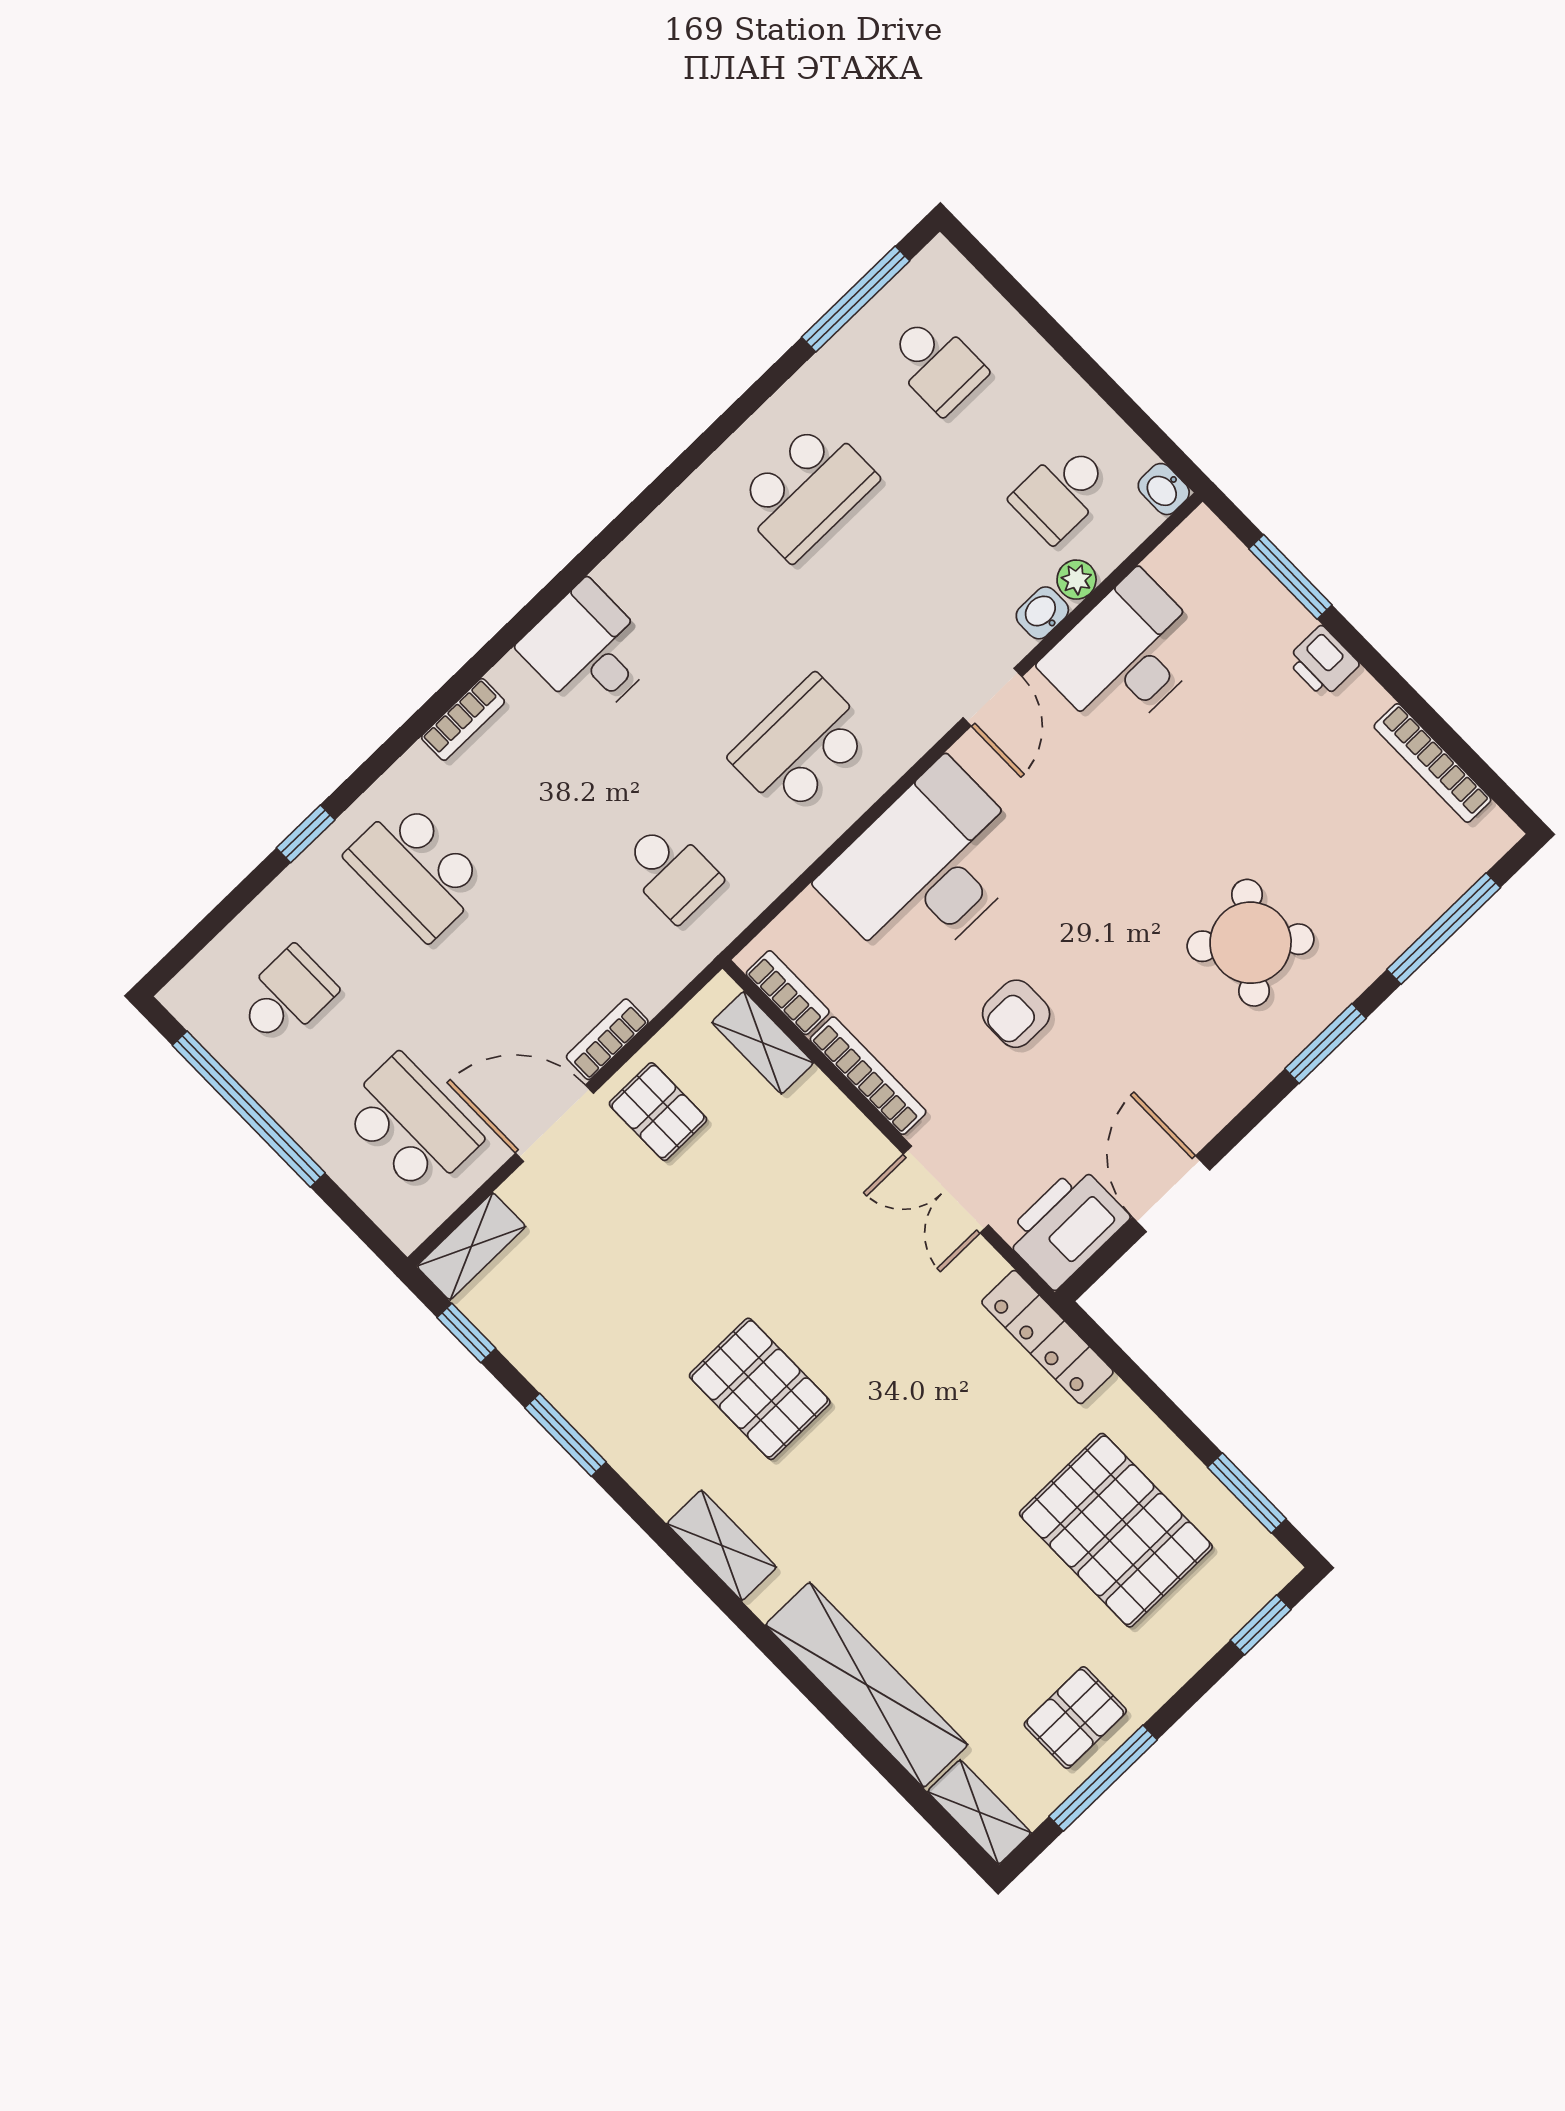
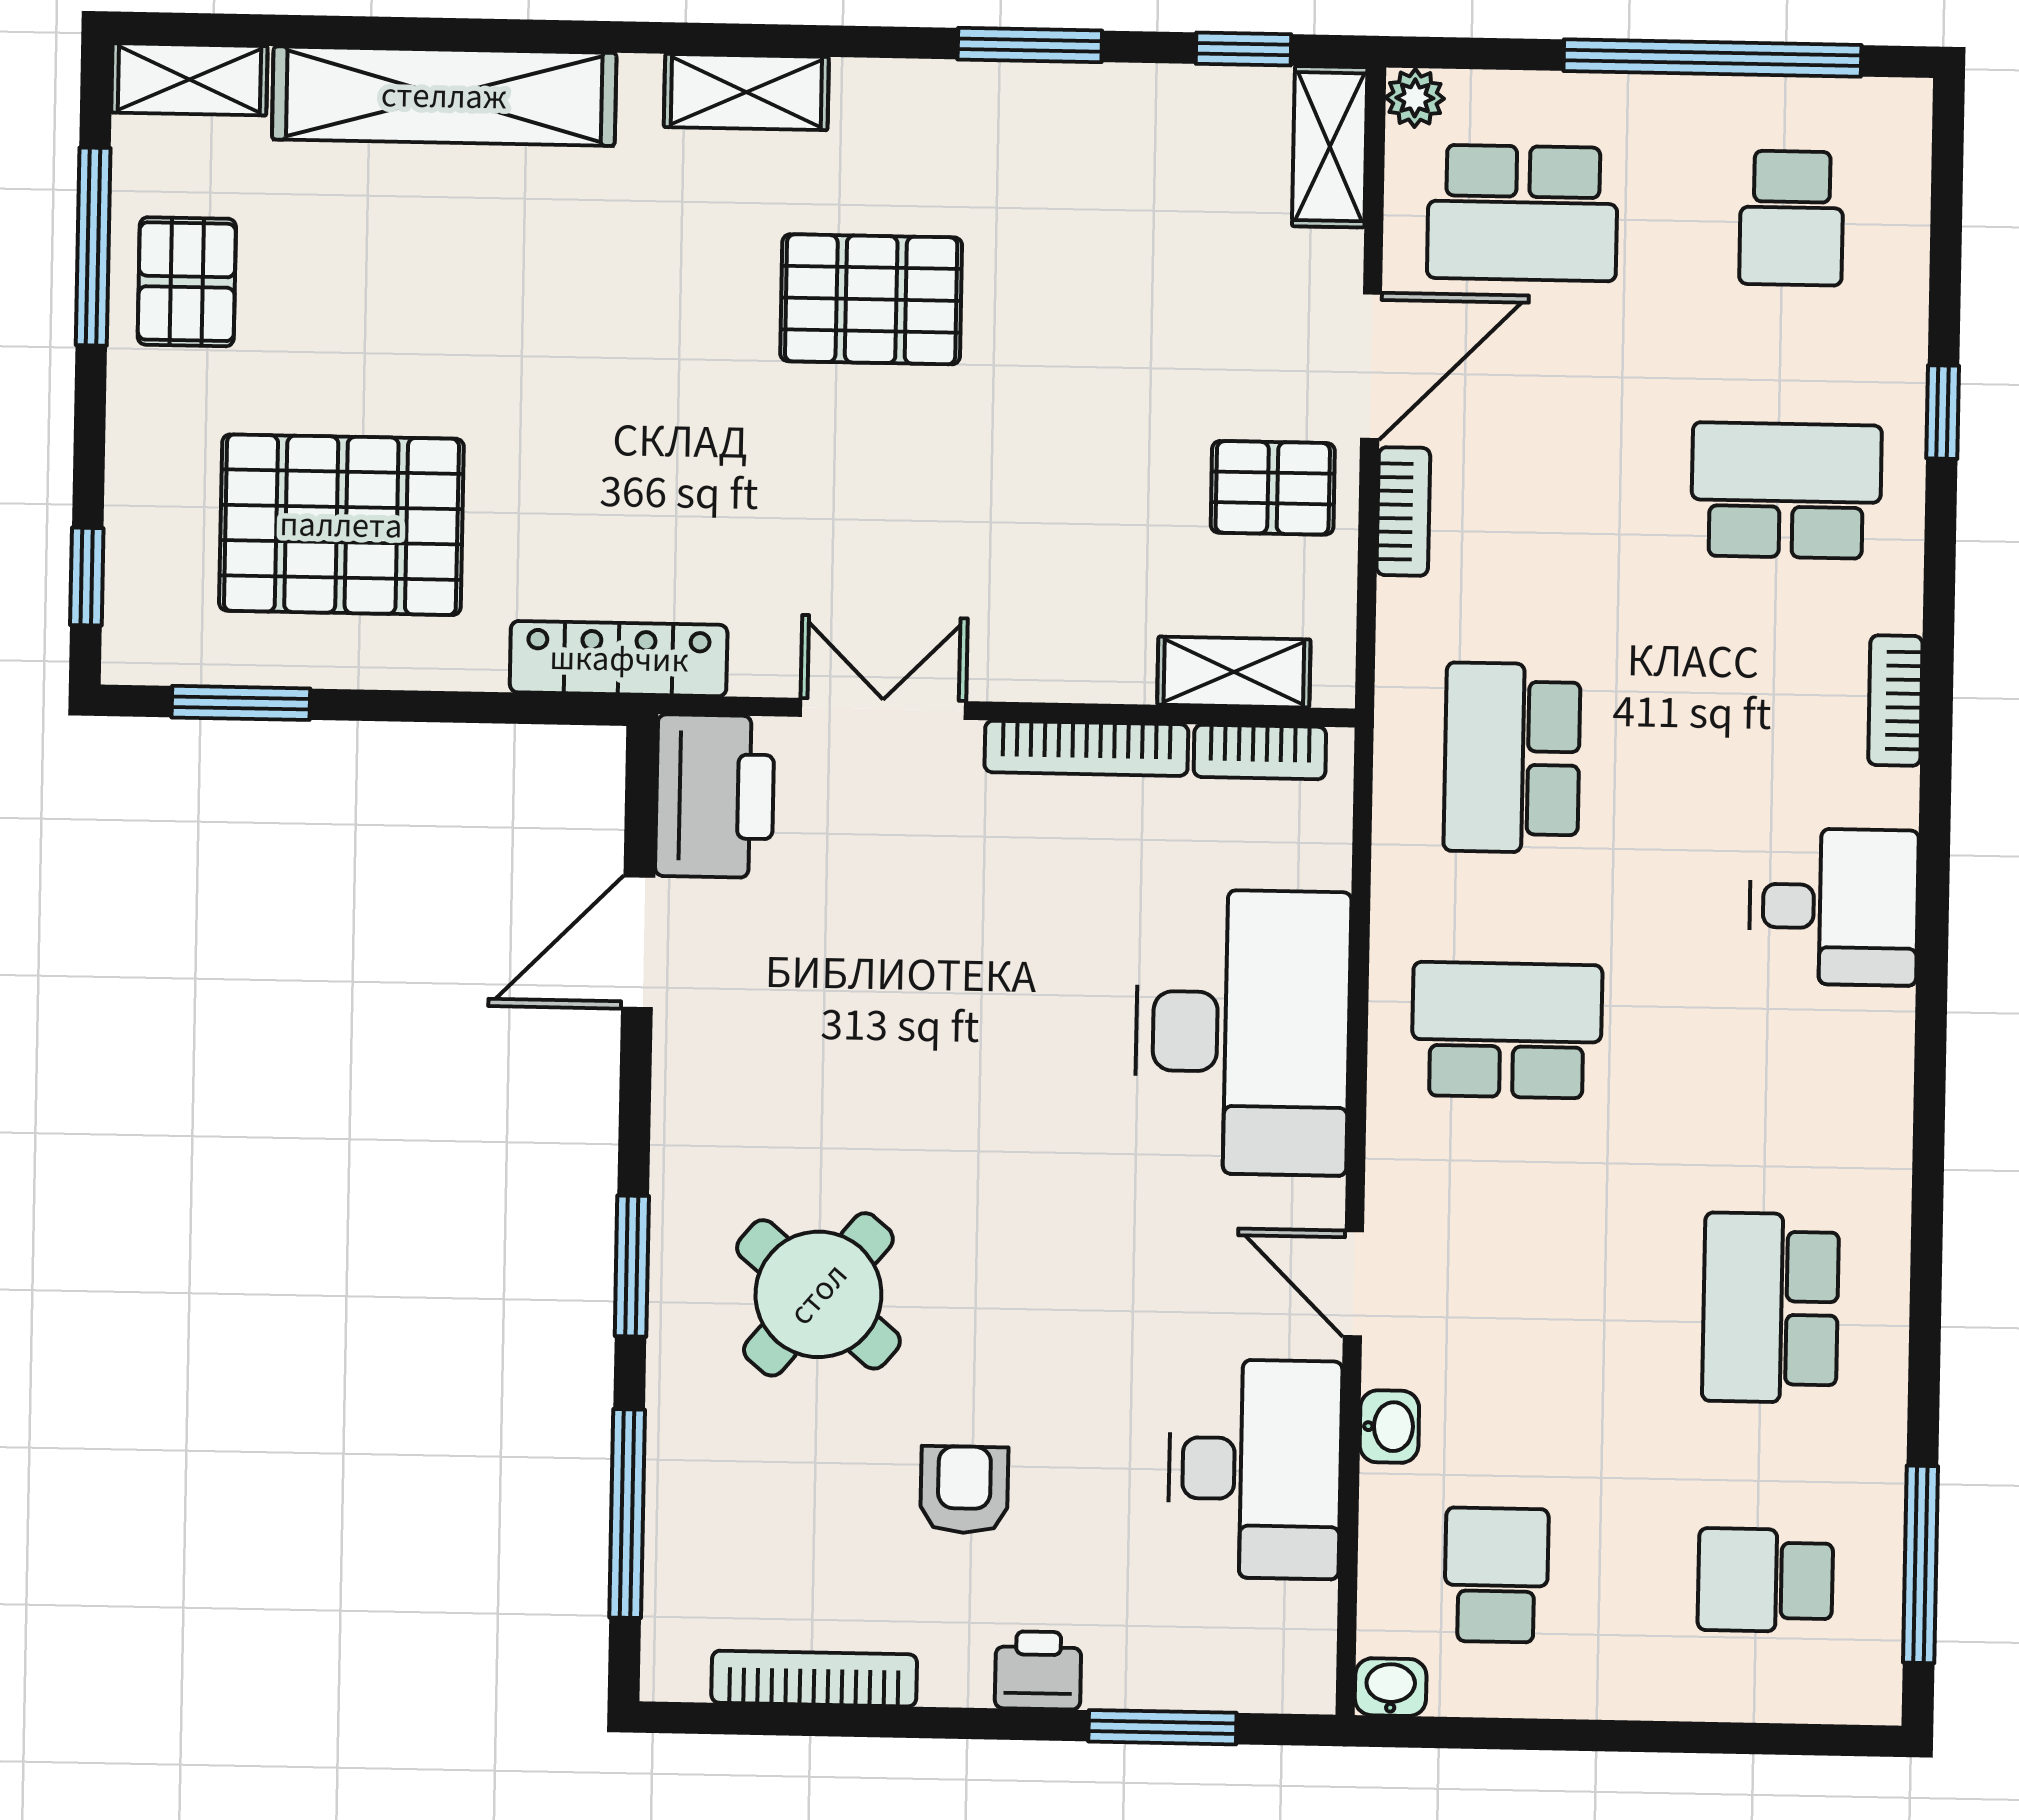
plant: (1077, 580) -> (1415, 98), moved
school desk: (801, 745) -> (1507, 1030), turned -90
school desk: (671, 872) -> (1512, 758), width x1.85
armchair: (1016, 1014) -> (964, 1490), moved
door: (1171, 1194) -> (638, 942), swing flipped

